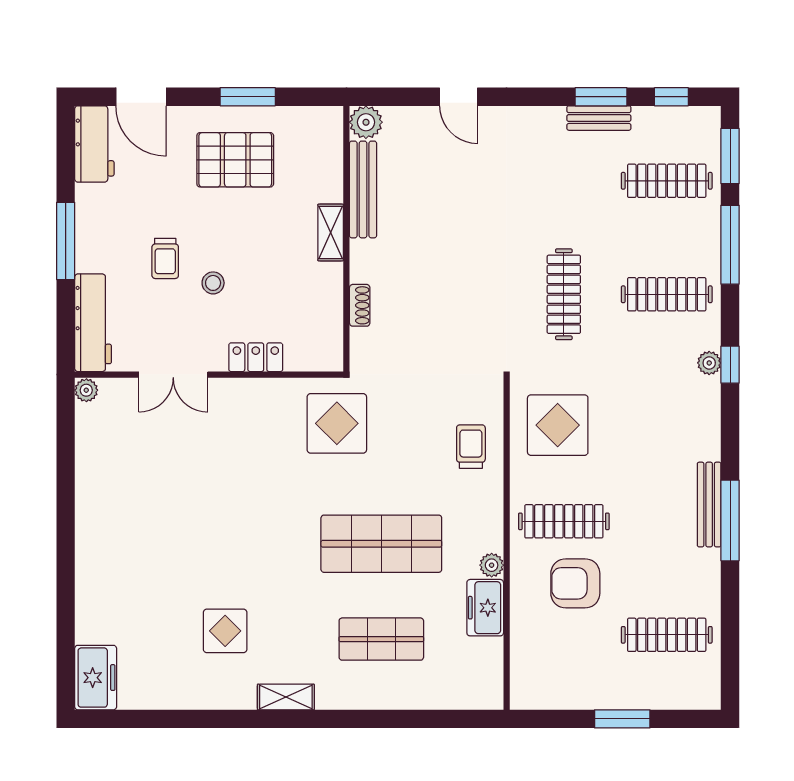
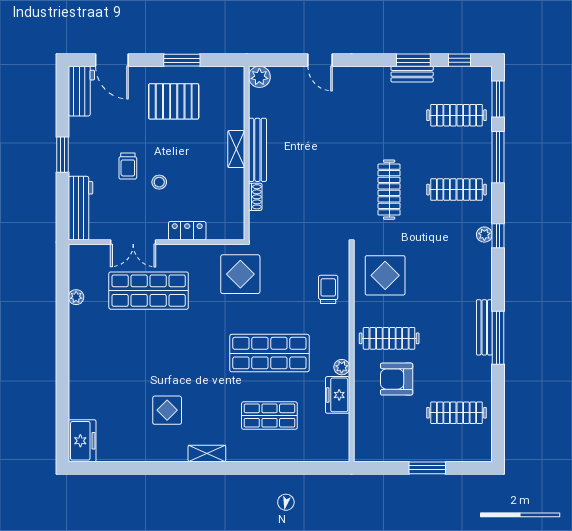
bench: (363, 189) -> (257, 150), moved
window: (66, 241) -> (63, 155), width x0.69
plant: (86, 390) -> (76, 297), moved
shop shelf: (197, 448) -> (149, 291), added

